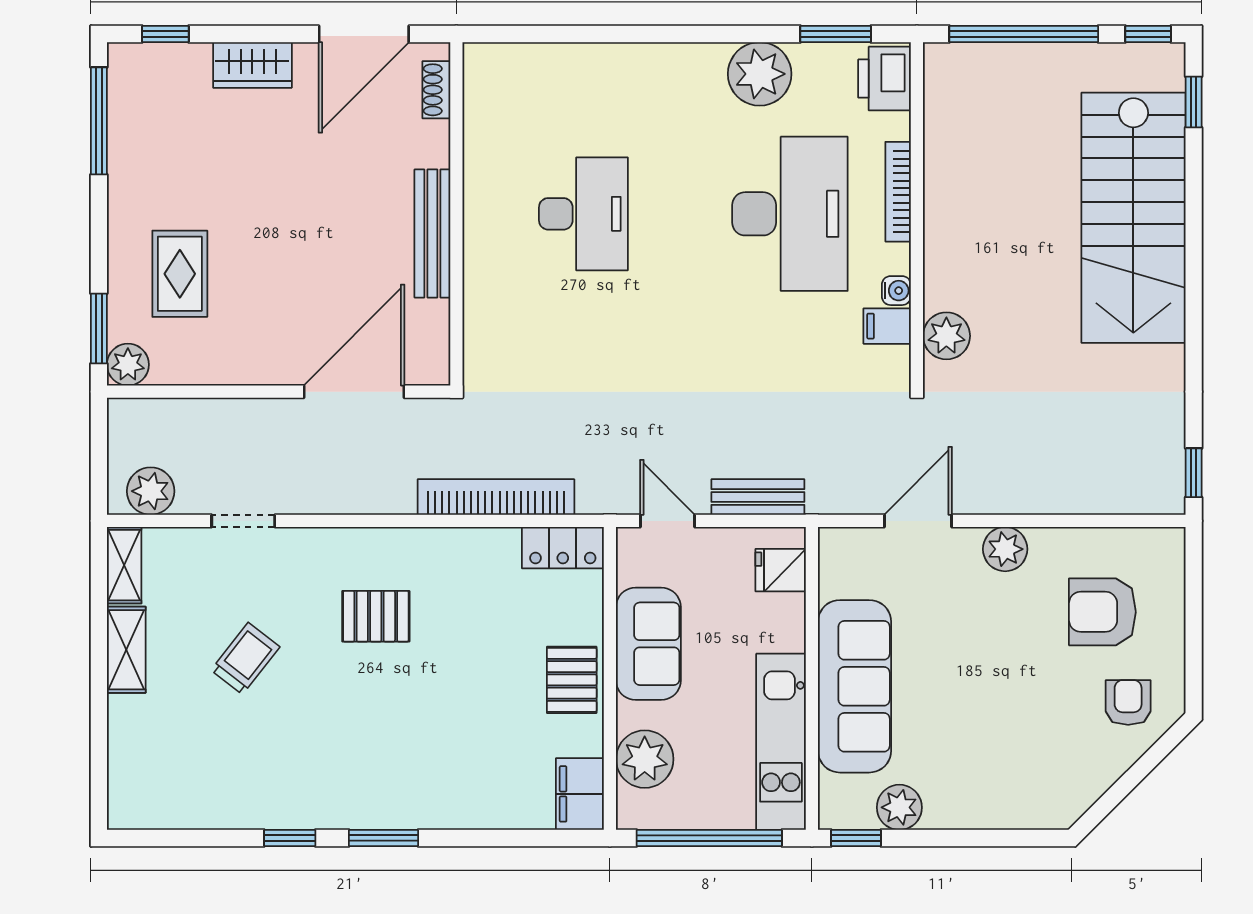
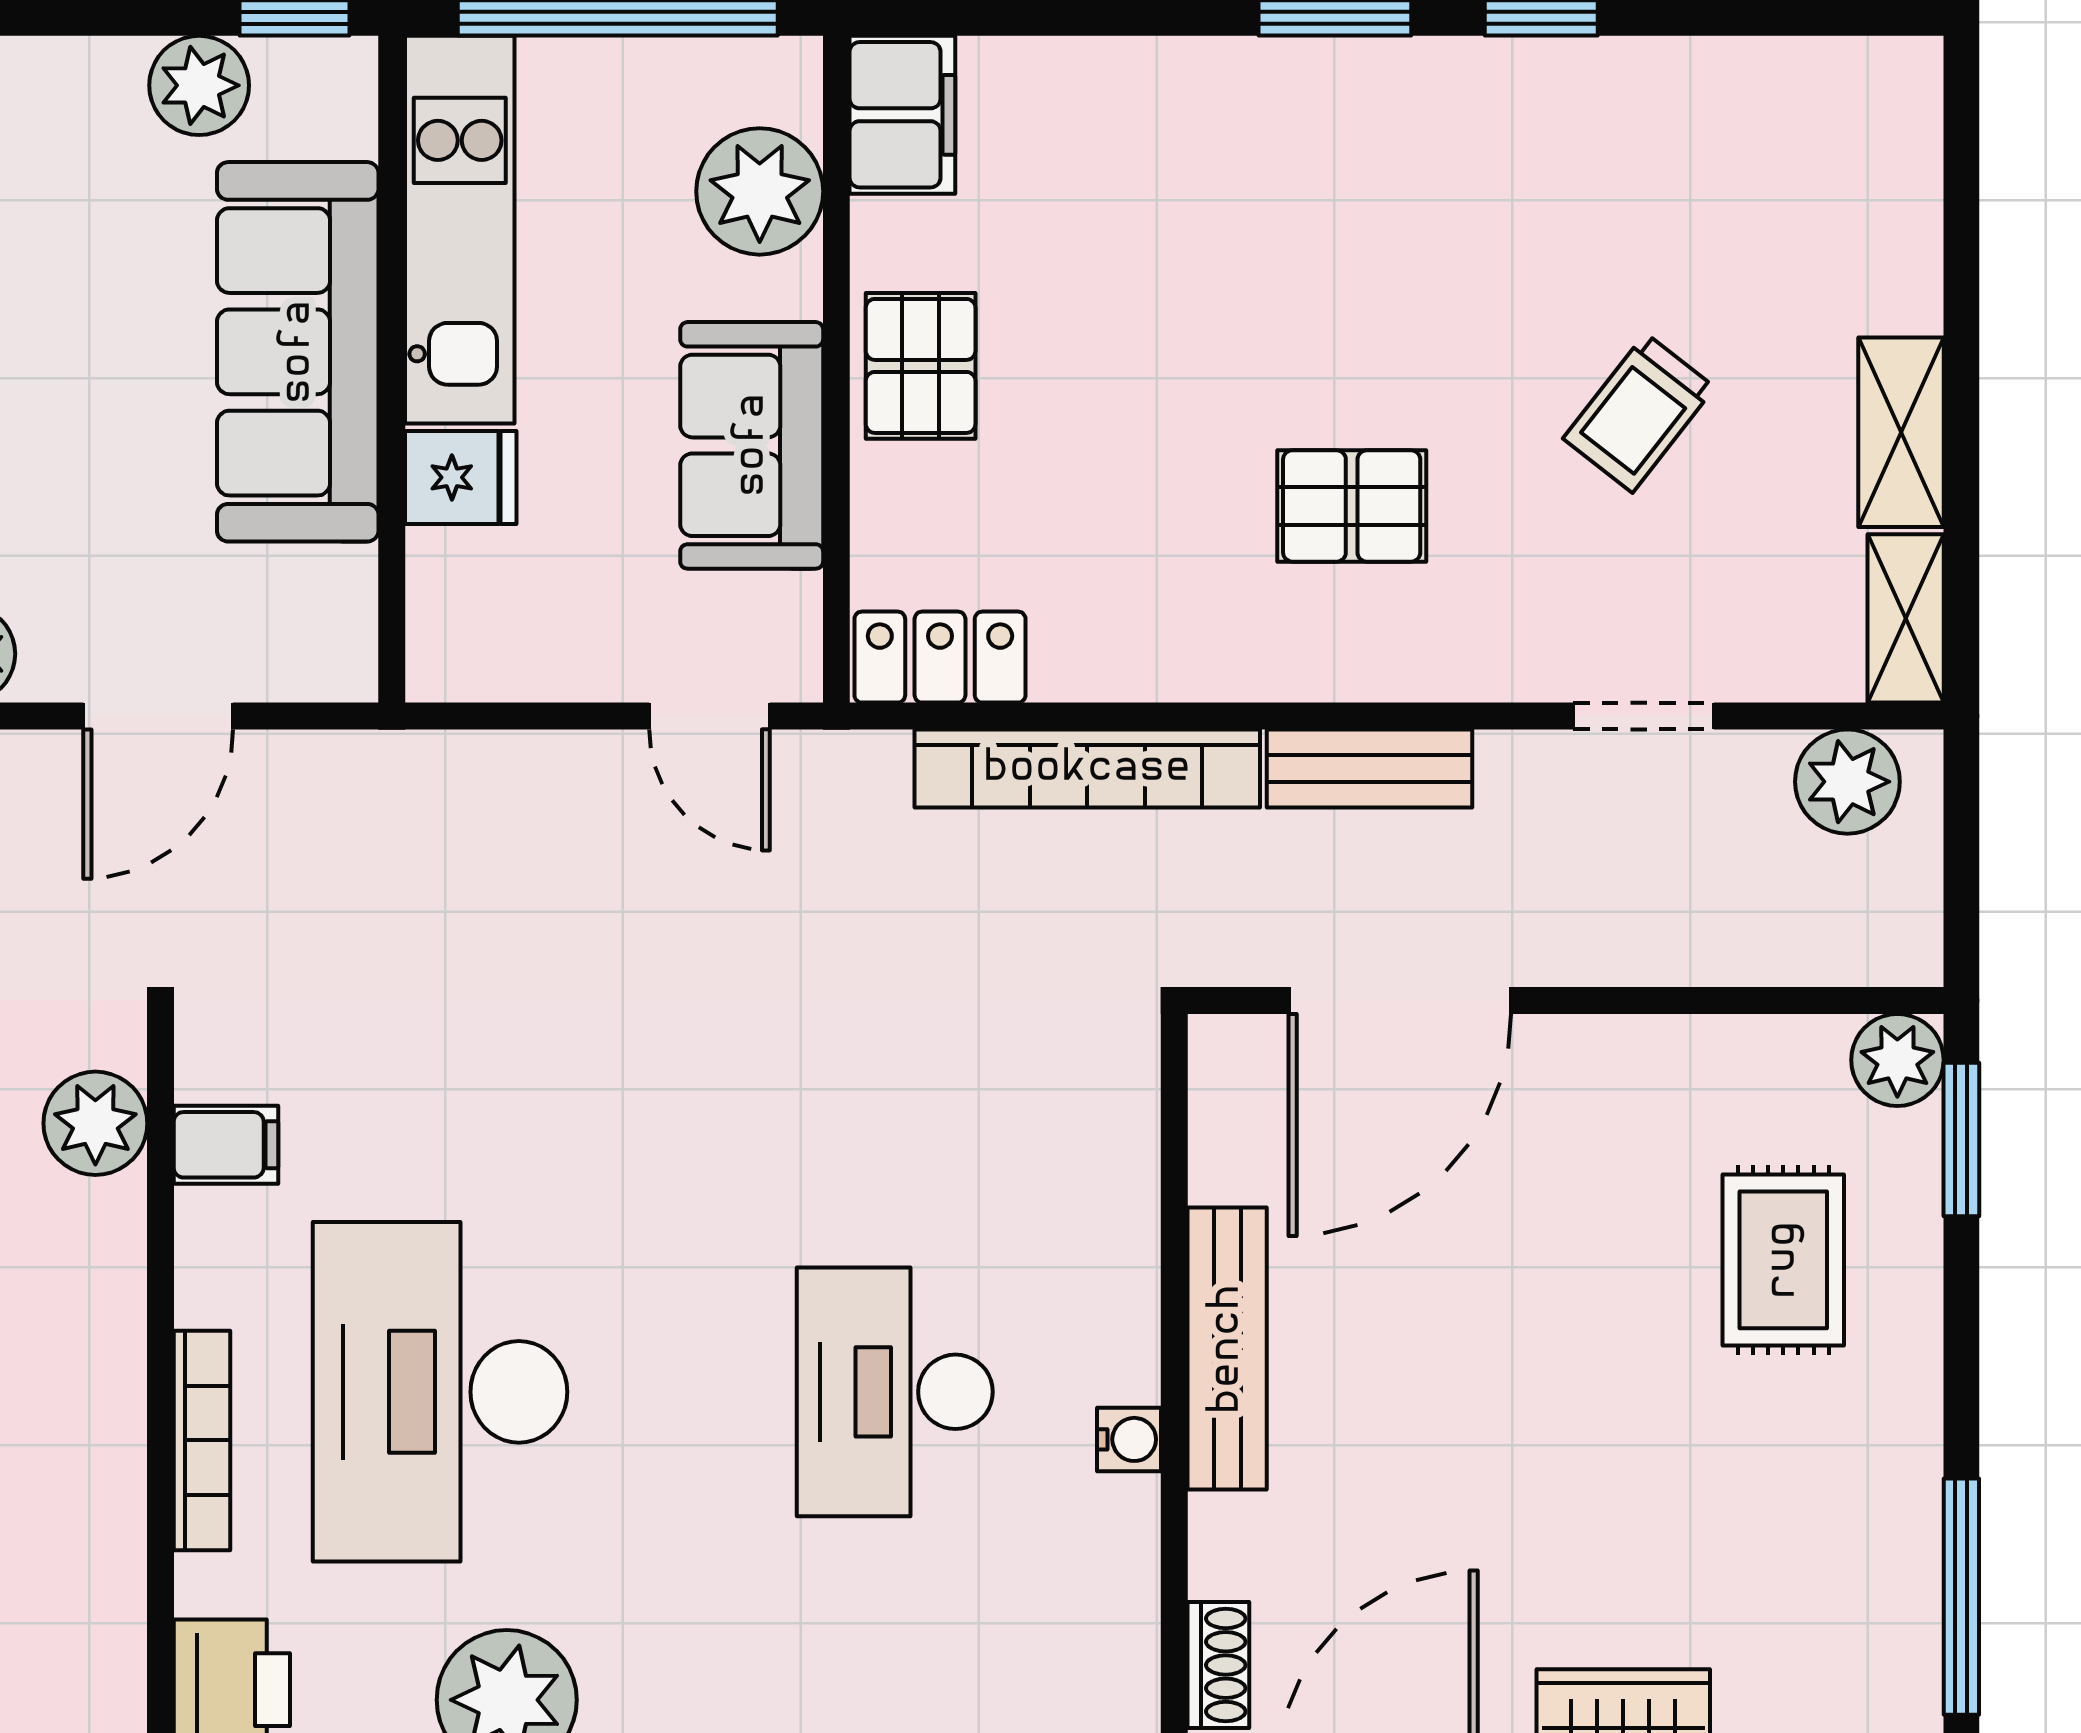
water cooler: (896, 291) -> (1129, 1439), moved, turned 180
bench: (758, 497) -> (1370, 768), moved
fridge: (781, 570) -> (461, 477), moved

